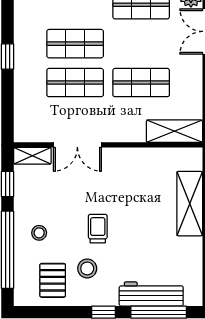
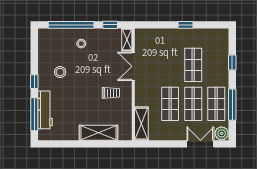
shop shelf: (75, 83) -> (193, 104), moved
trolley: (98, 229) -> (111, 93), moved
pallet: (53, 280) -> (53, 52), removed

